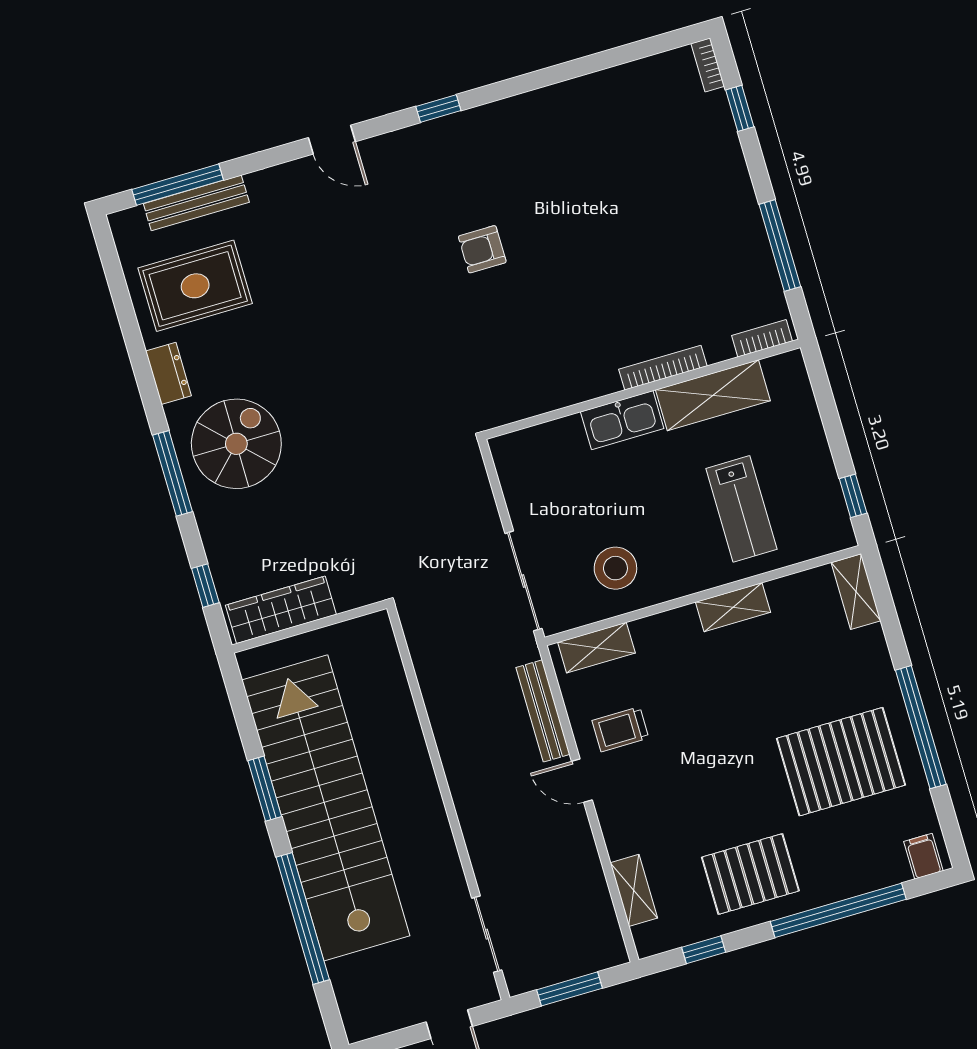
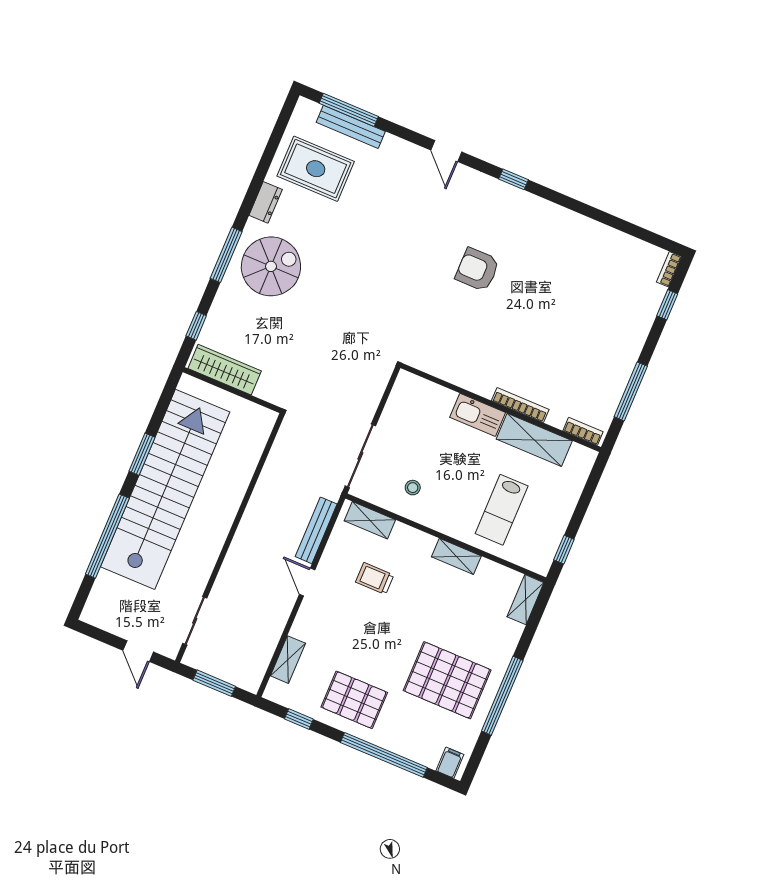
armchair: (482, 249) -> (477, 270), width x1.38, depth x1.38
stool: (615, 568) -> (413, 488), width x0.53, depth x0.53
trolley: (620, 729) -> (375, 578), moved

